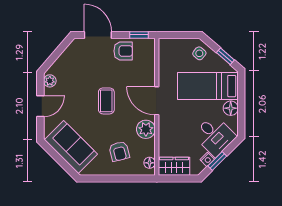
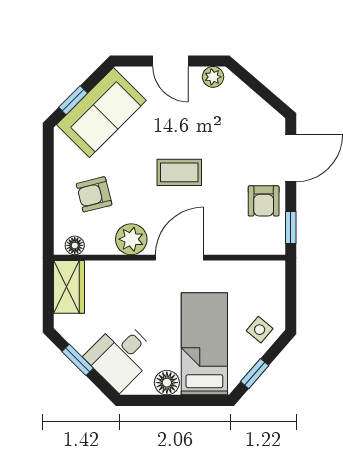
nightstand: (207, 159) -> (80, 343), removed
window: (64, 164) -> (73, 100), added

